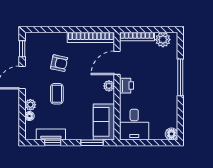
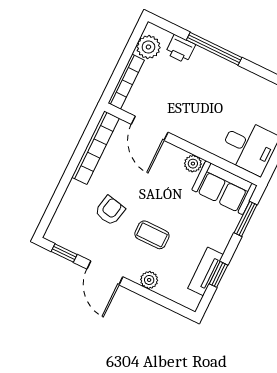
plant: (109, 86) -> (193, 164), moved
printer: (126, 86) -> (180, 49), moved, turned 180
floor lamp: (29, 116) -> (165, 289), removed

